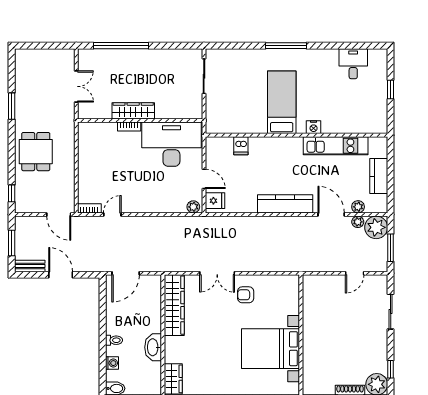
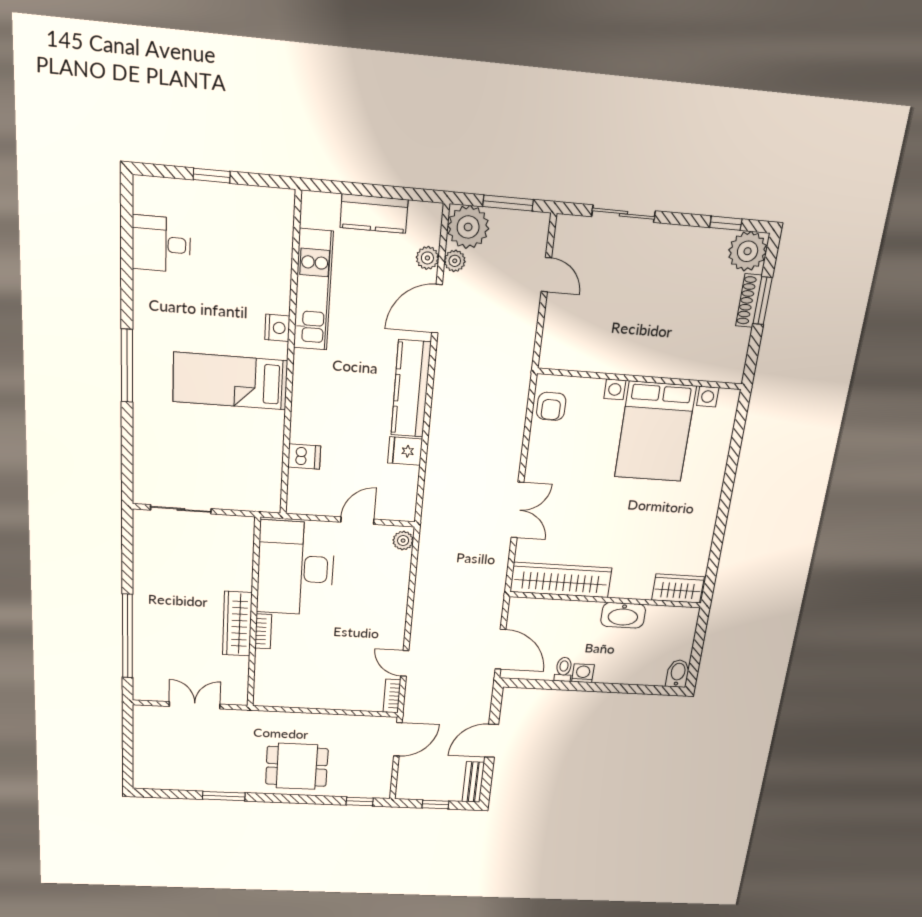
fridge: (215, 201) -> (405, 451), moved, turned -90
window: (12, 243) -> (435, 804), width x0.67
armchair: (246, 295) -> (551, 406), moved
toilet: (114, 340) -> (564, 669), moved
washing machine: (112, 363) -> (583, 673), moved

